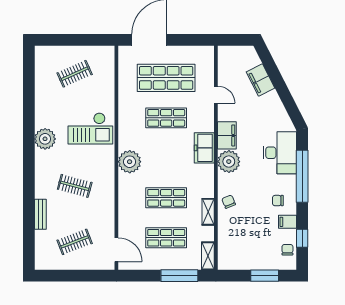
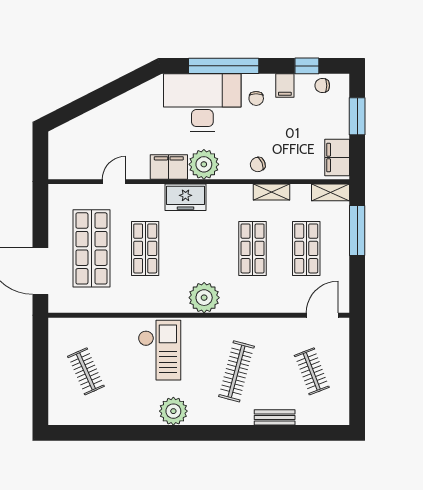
filing cabinet: (261, 80) -> (337, 157), moved, turned 117
desk: (280, 153) -> (202, 102), width x1.36, depth x1.30
clothes rail: (75, 186) -> (236, 371), width x1.36

